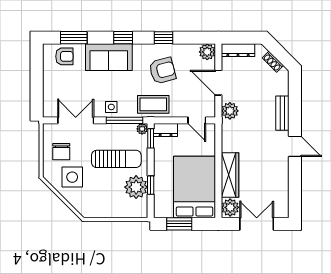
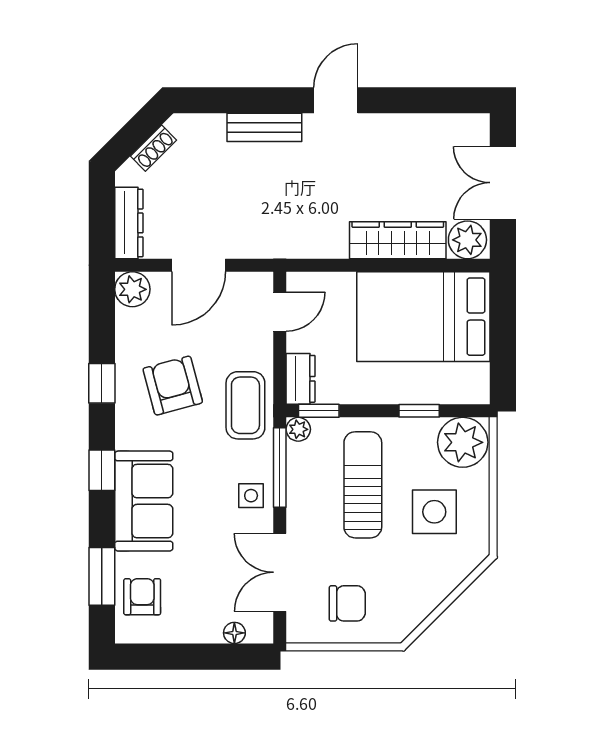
floor lamp: (48, 99) -> (234, 633), added
plant: (230, 111) -> (259, 241), removed
side table: (72, 177) -> (434, 512), moved
plant: (136, 187) -> (463, 442), moved
window: (179, 224) -> (503, 349), removed

